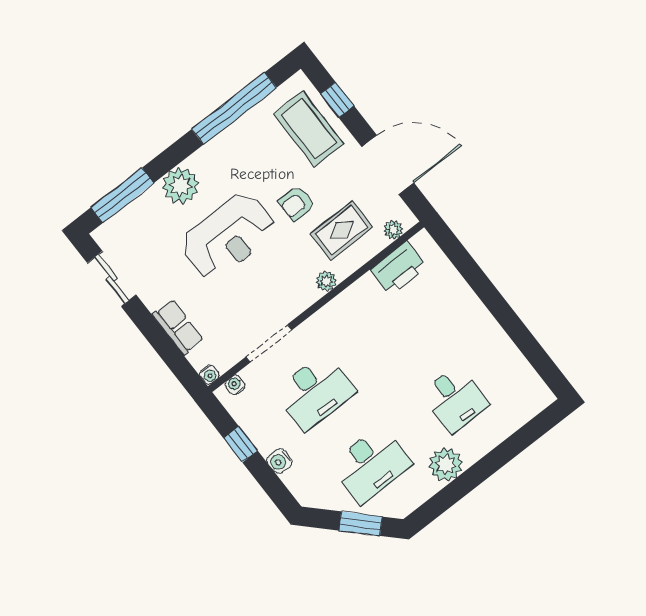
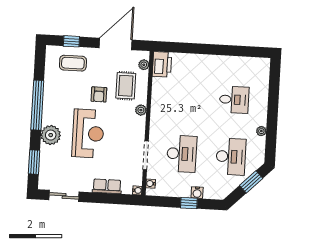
window: (234, 108) -> (37, 105), moved
coffee table: (309, 129) -> (73, 63), width x0.73, depth x0.76
window: (122, 195) -> (34, 162), width x0.69
printer: (398, 268) -> (162, 64), moved
window: (241, 444) -> (189, 203), moved
plant: (446, 465) -> (261, 131), width x0.53, depth x0.53

